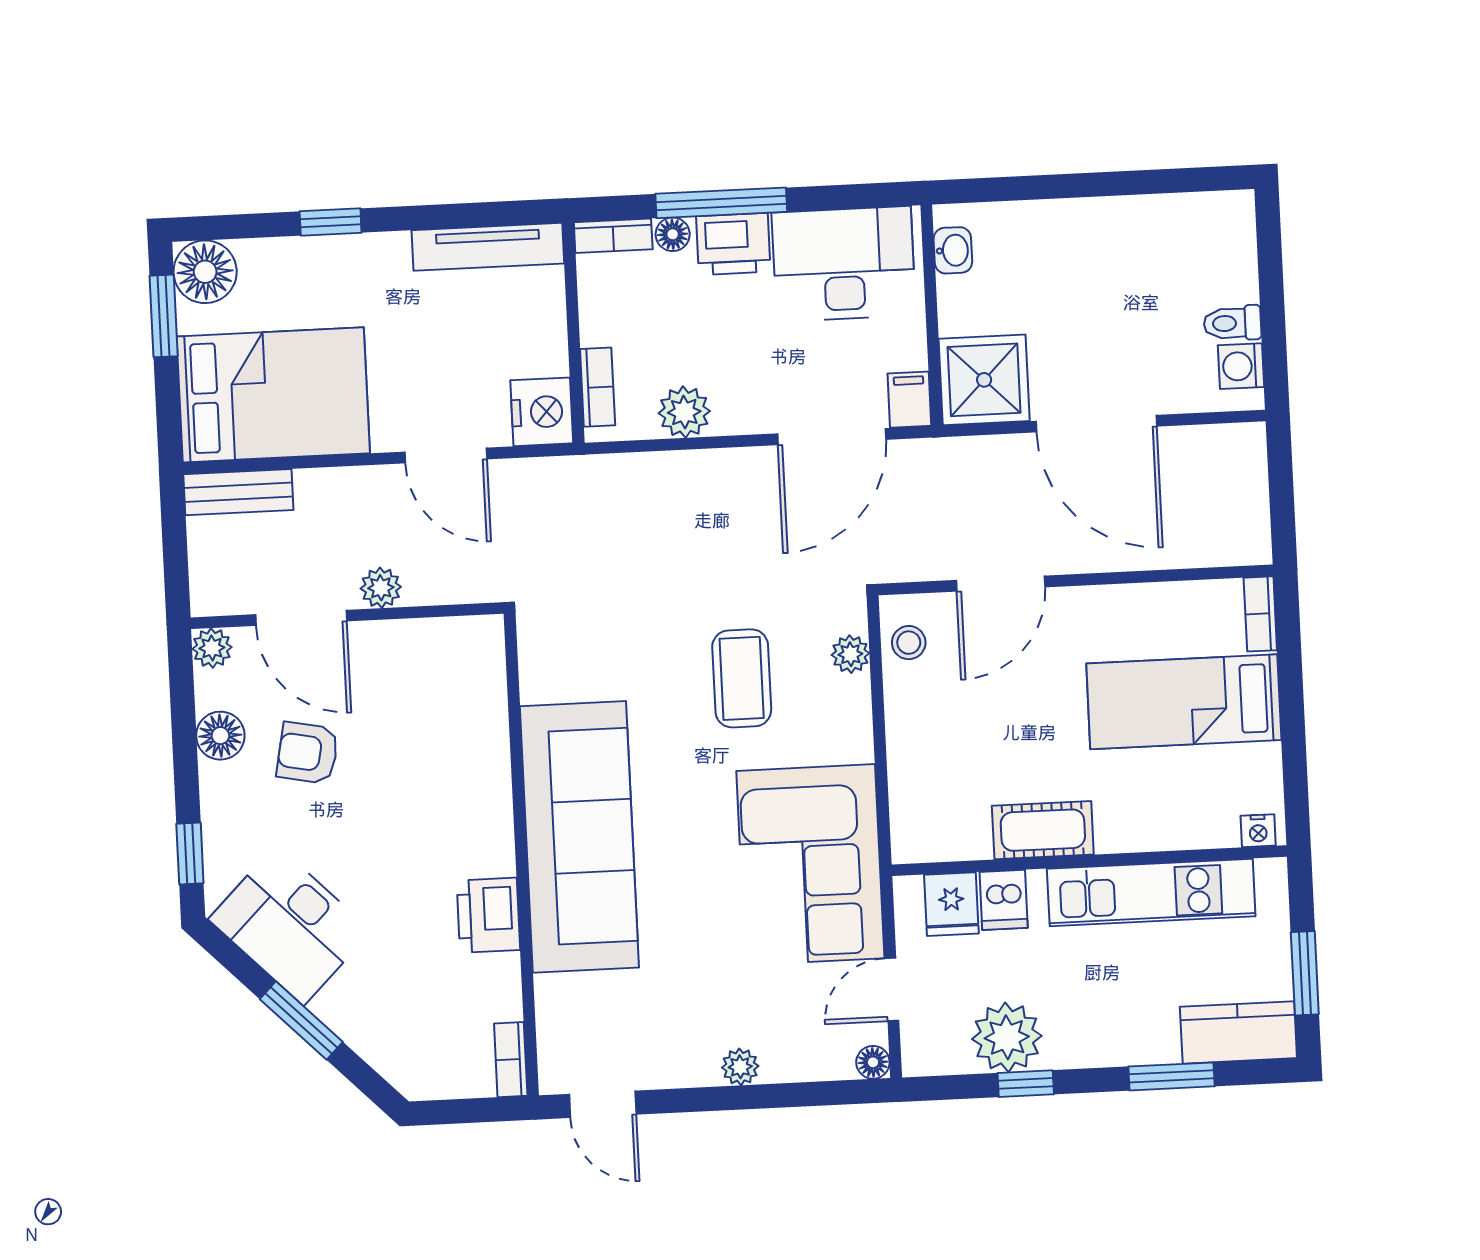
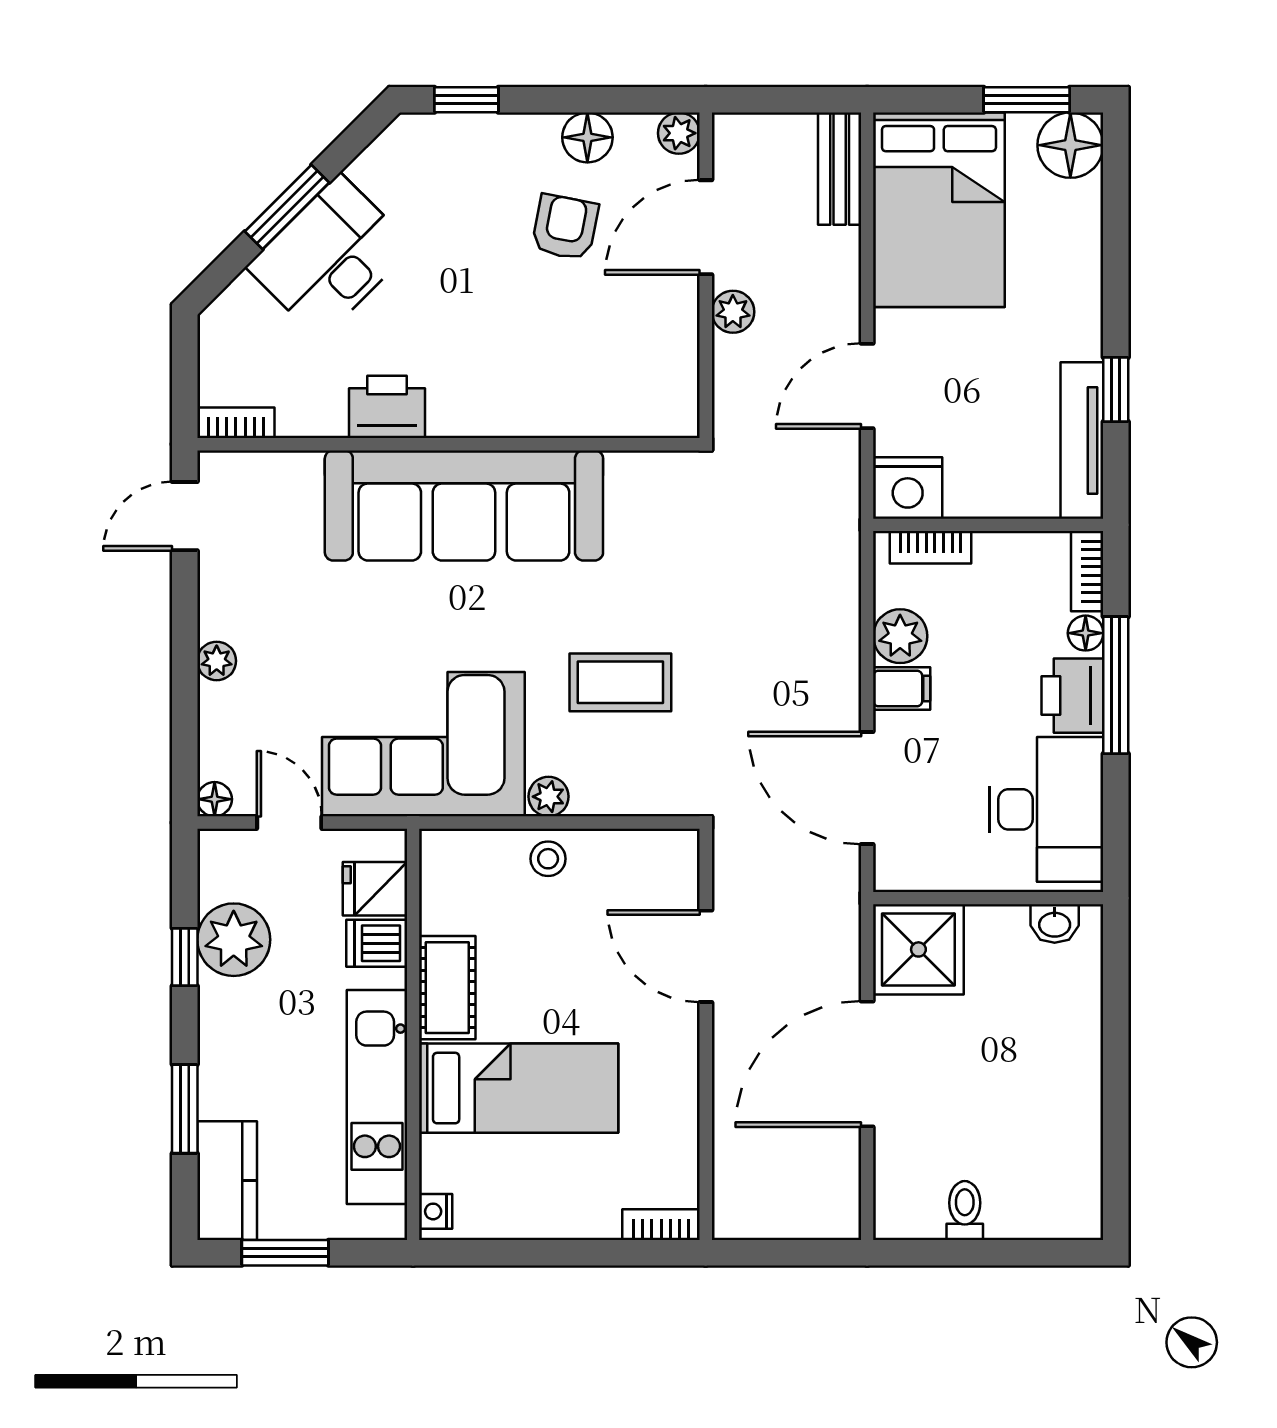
window: (331, 222) -> (1116, 389), moved
washing machine: (1241, 366) -> (920, 1217), removed
filing cabinet: (909, 400) -> (902, 689), moved
stool: (909, 643) -> (548, 859), moved
plant: (850, 654) -> (549, 797), moved
bed: (1184, 702) -> (519, 1088), moved, turned 90
desk: (290, 925) -> (330, 257), moved

